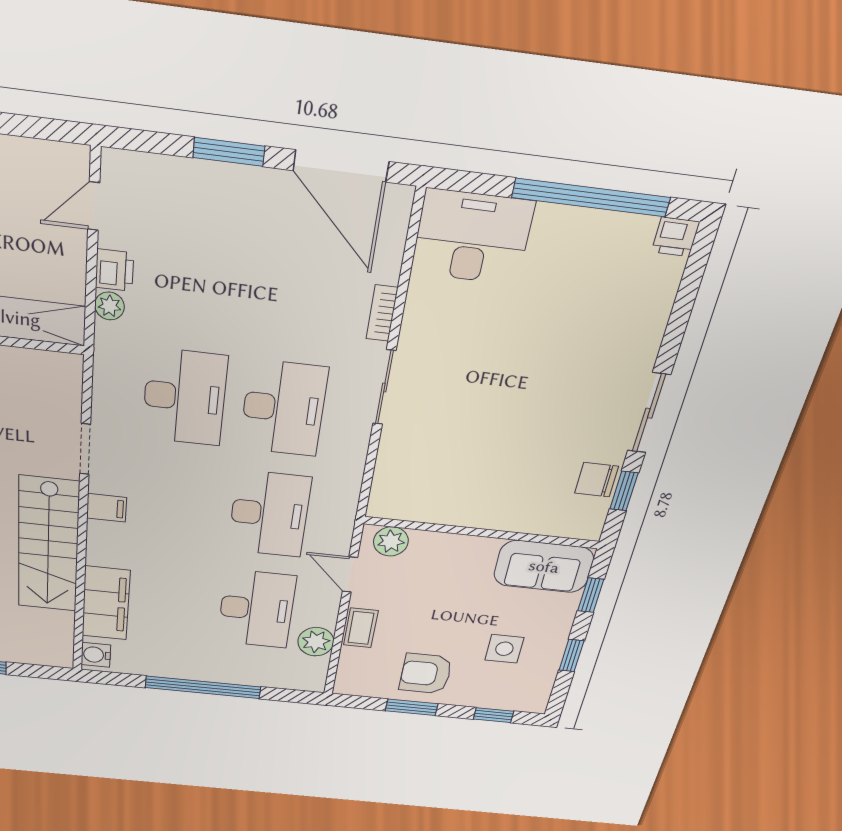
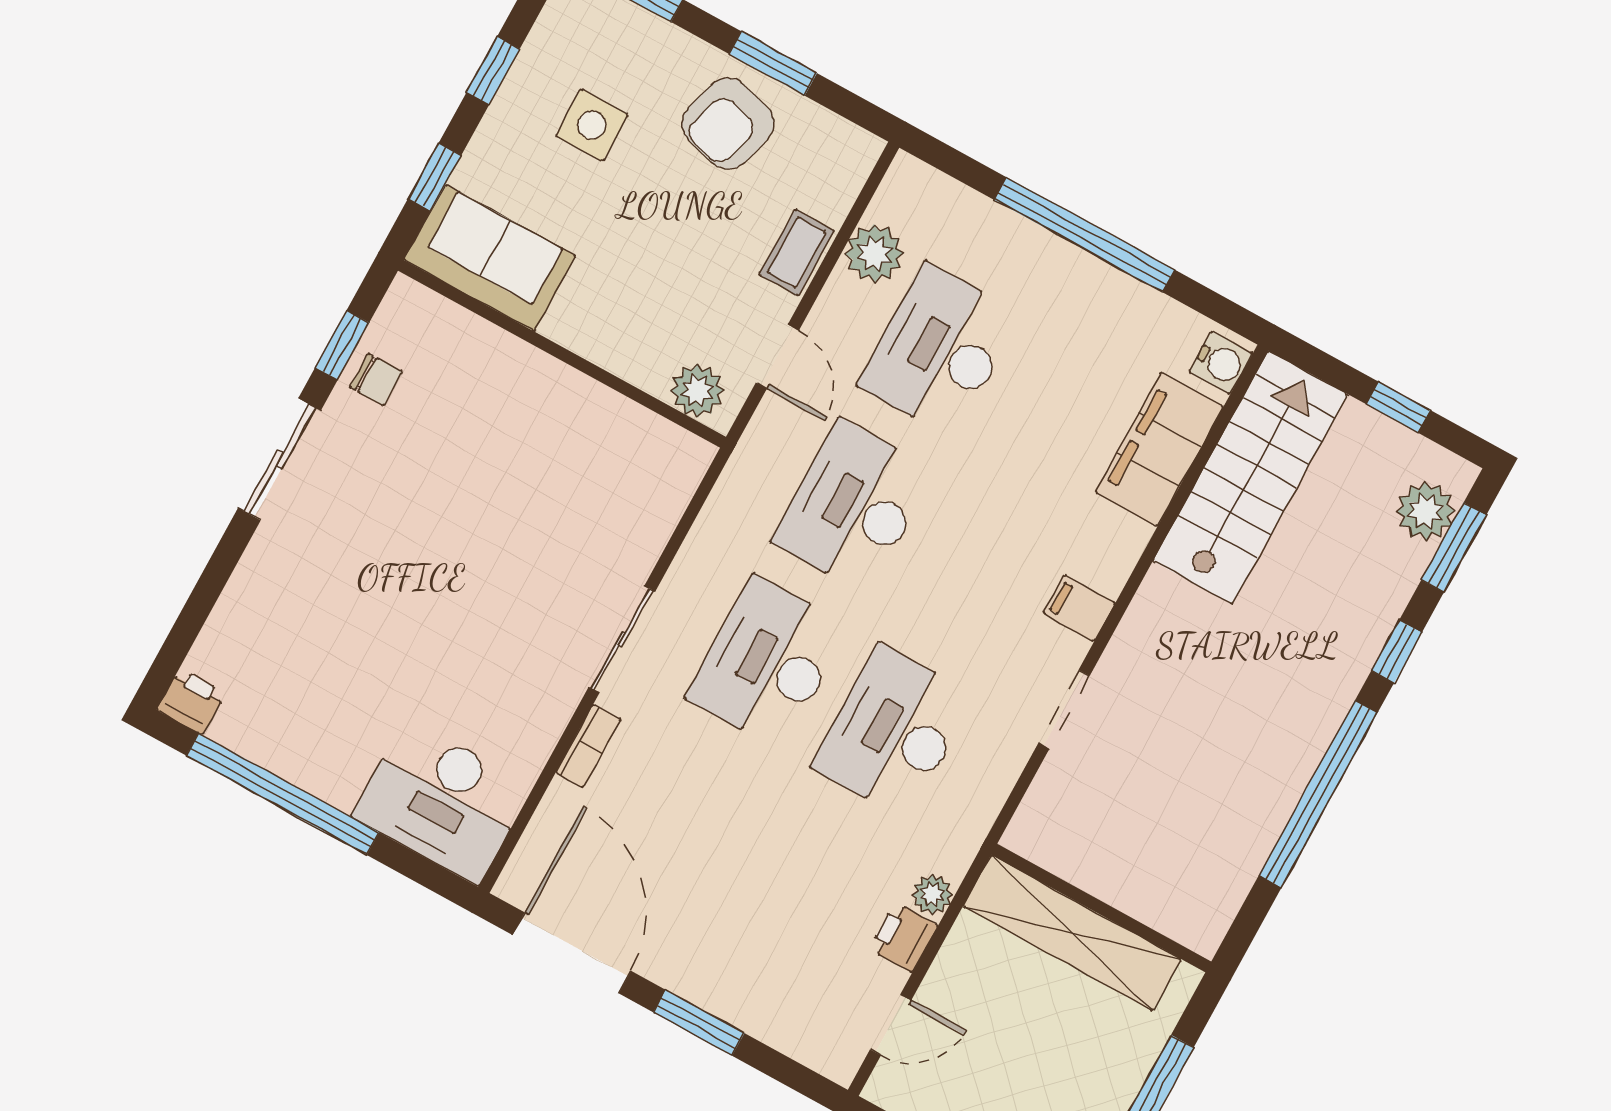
chair: (597, 480) -> (376, 379), width x0.73, depth x0.73
stairs: (48, 545) -> (1250, 477), moved
armchair: (426, 674) -> (728, 124), turned 106

